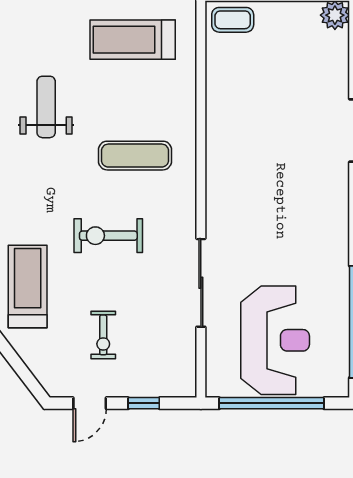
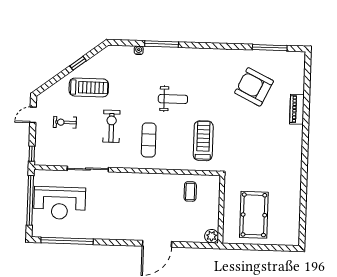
coffee table: (233, 20) -> (190, 191), moved
door: (90, 403) -> (33, 115), hinge flipped
window: (144, 403) -> (32, 154), moved

